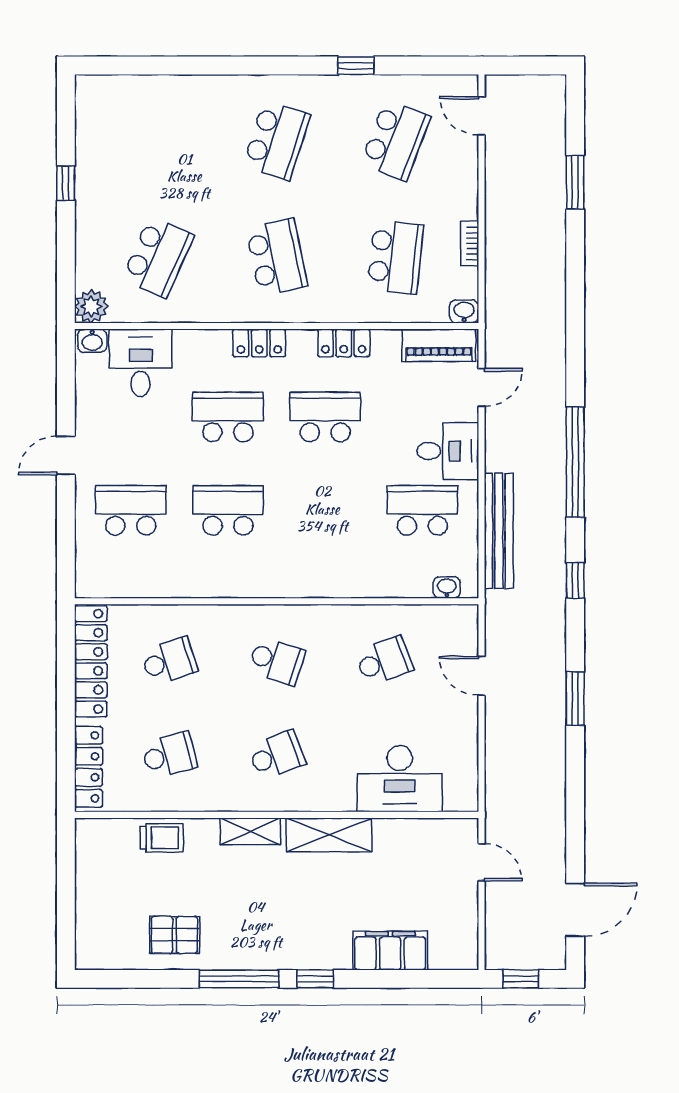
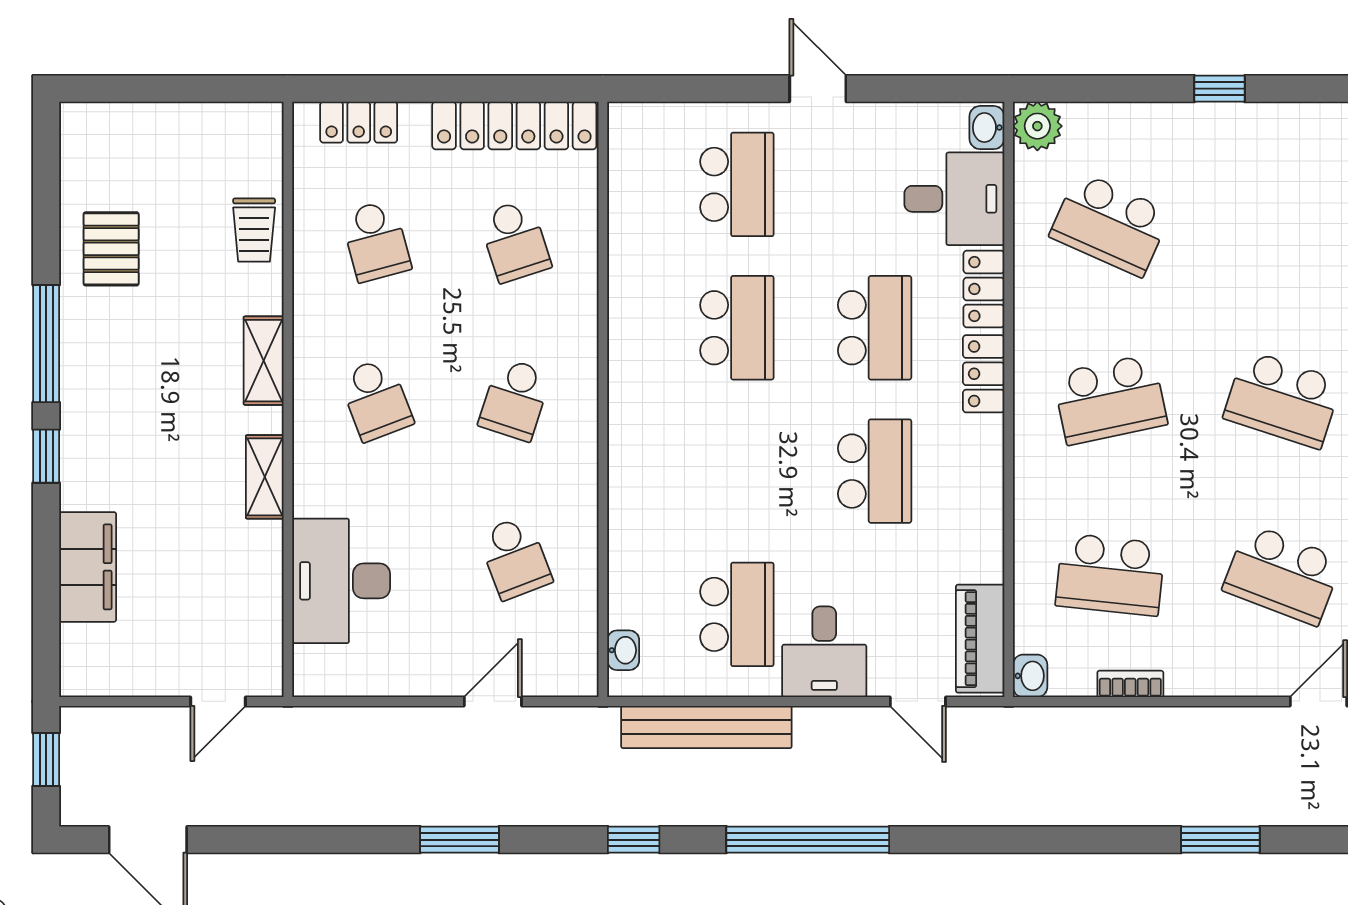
locker: (344, 343) -> (984, 289), moved
locker: (89, 767) -> (359, 122), width x0.66
shelving: (329, 835) -> (265, 477), width x0.67, depth x0.75

